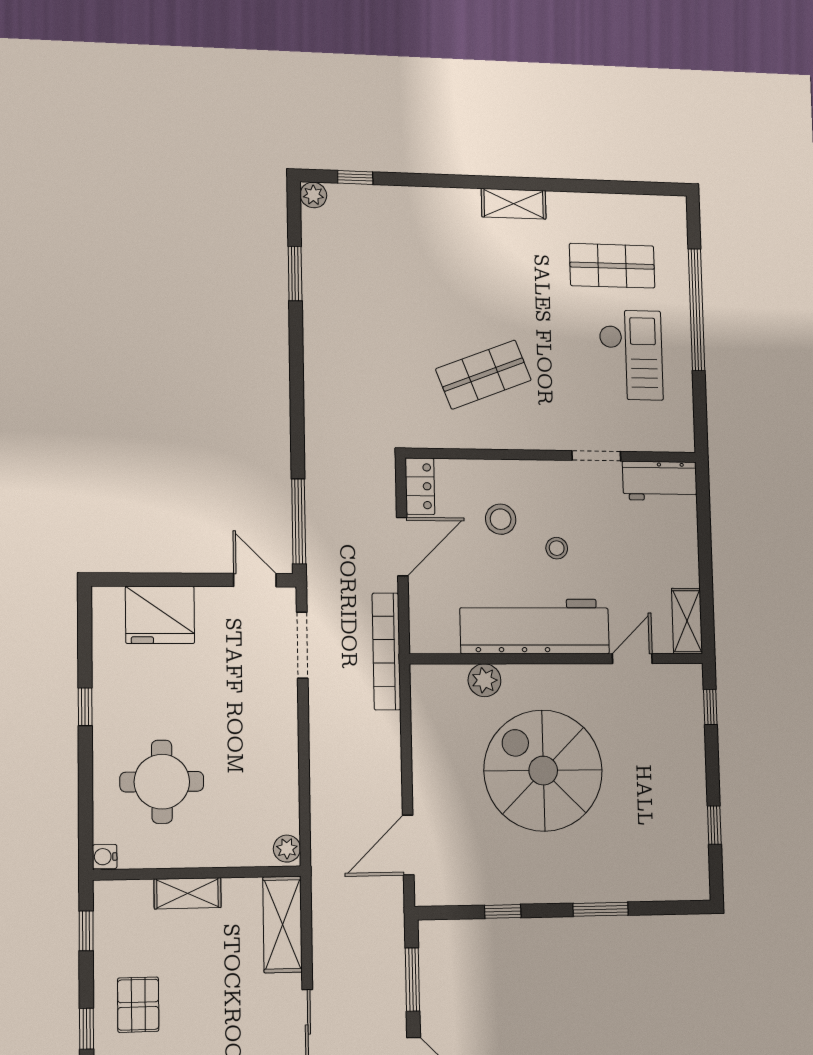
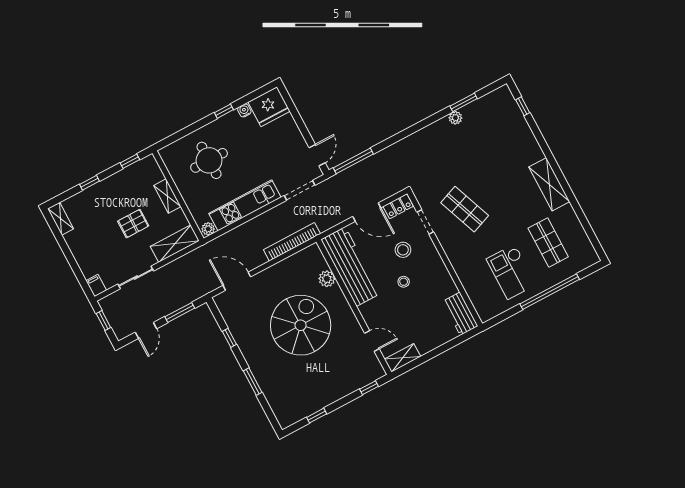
plant: (313, 195) -> (455, 118), moved
shelving: (514, 204) -> (549, 184), width x1.50, depth x1.33
checkout: (631, 355) -> (511, 272), turned 90
doorway: (596, 456) -> (425, 222), moved
fridge: (160, 615) -> (269, 107), moved, turned -90
workbench: (535, 626) -> (351, 267), moved
bookcase: (386, 651) -> (292, 242), moved
kitchen unit: (278, 759) -> (245, 205), added
water cooler: (105, 857) -> (244, 110), moved
pallet: (138, 1005) -> (133, 224), moved

